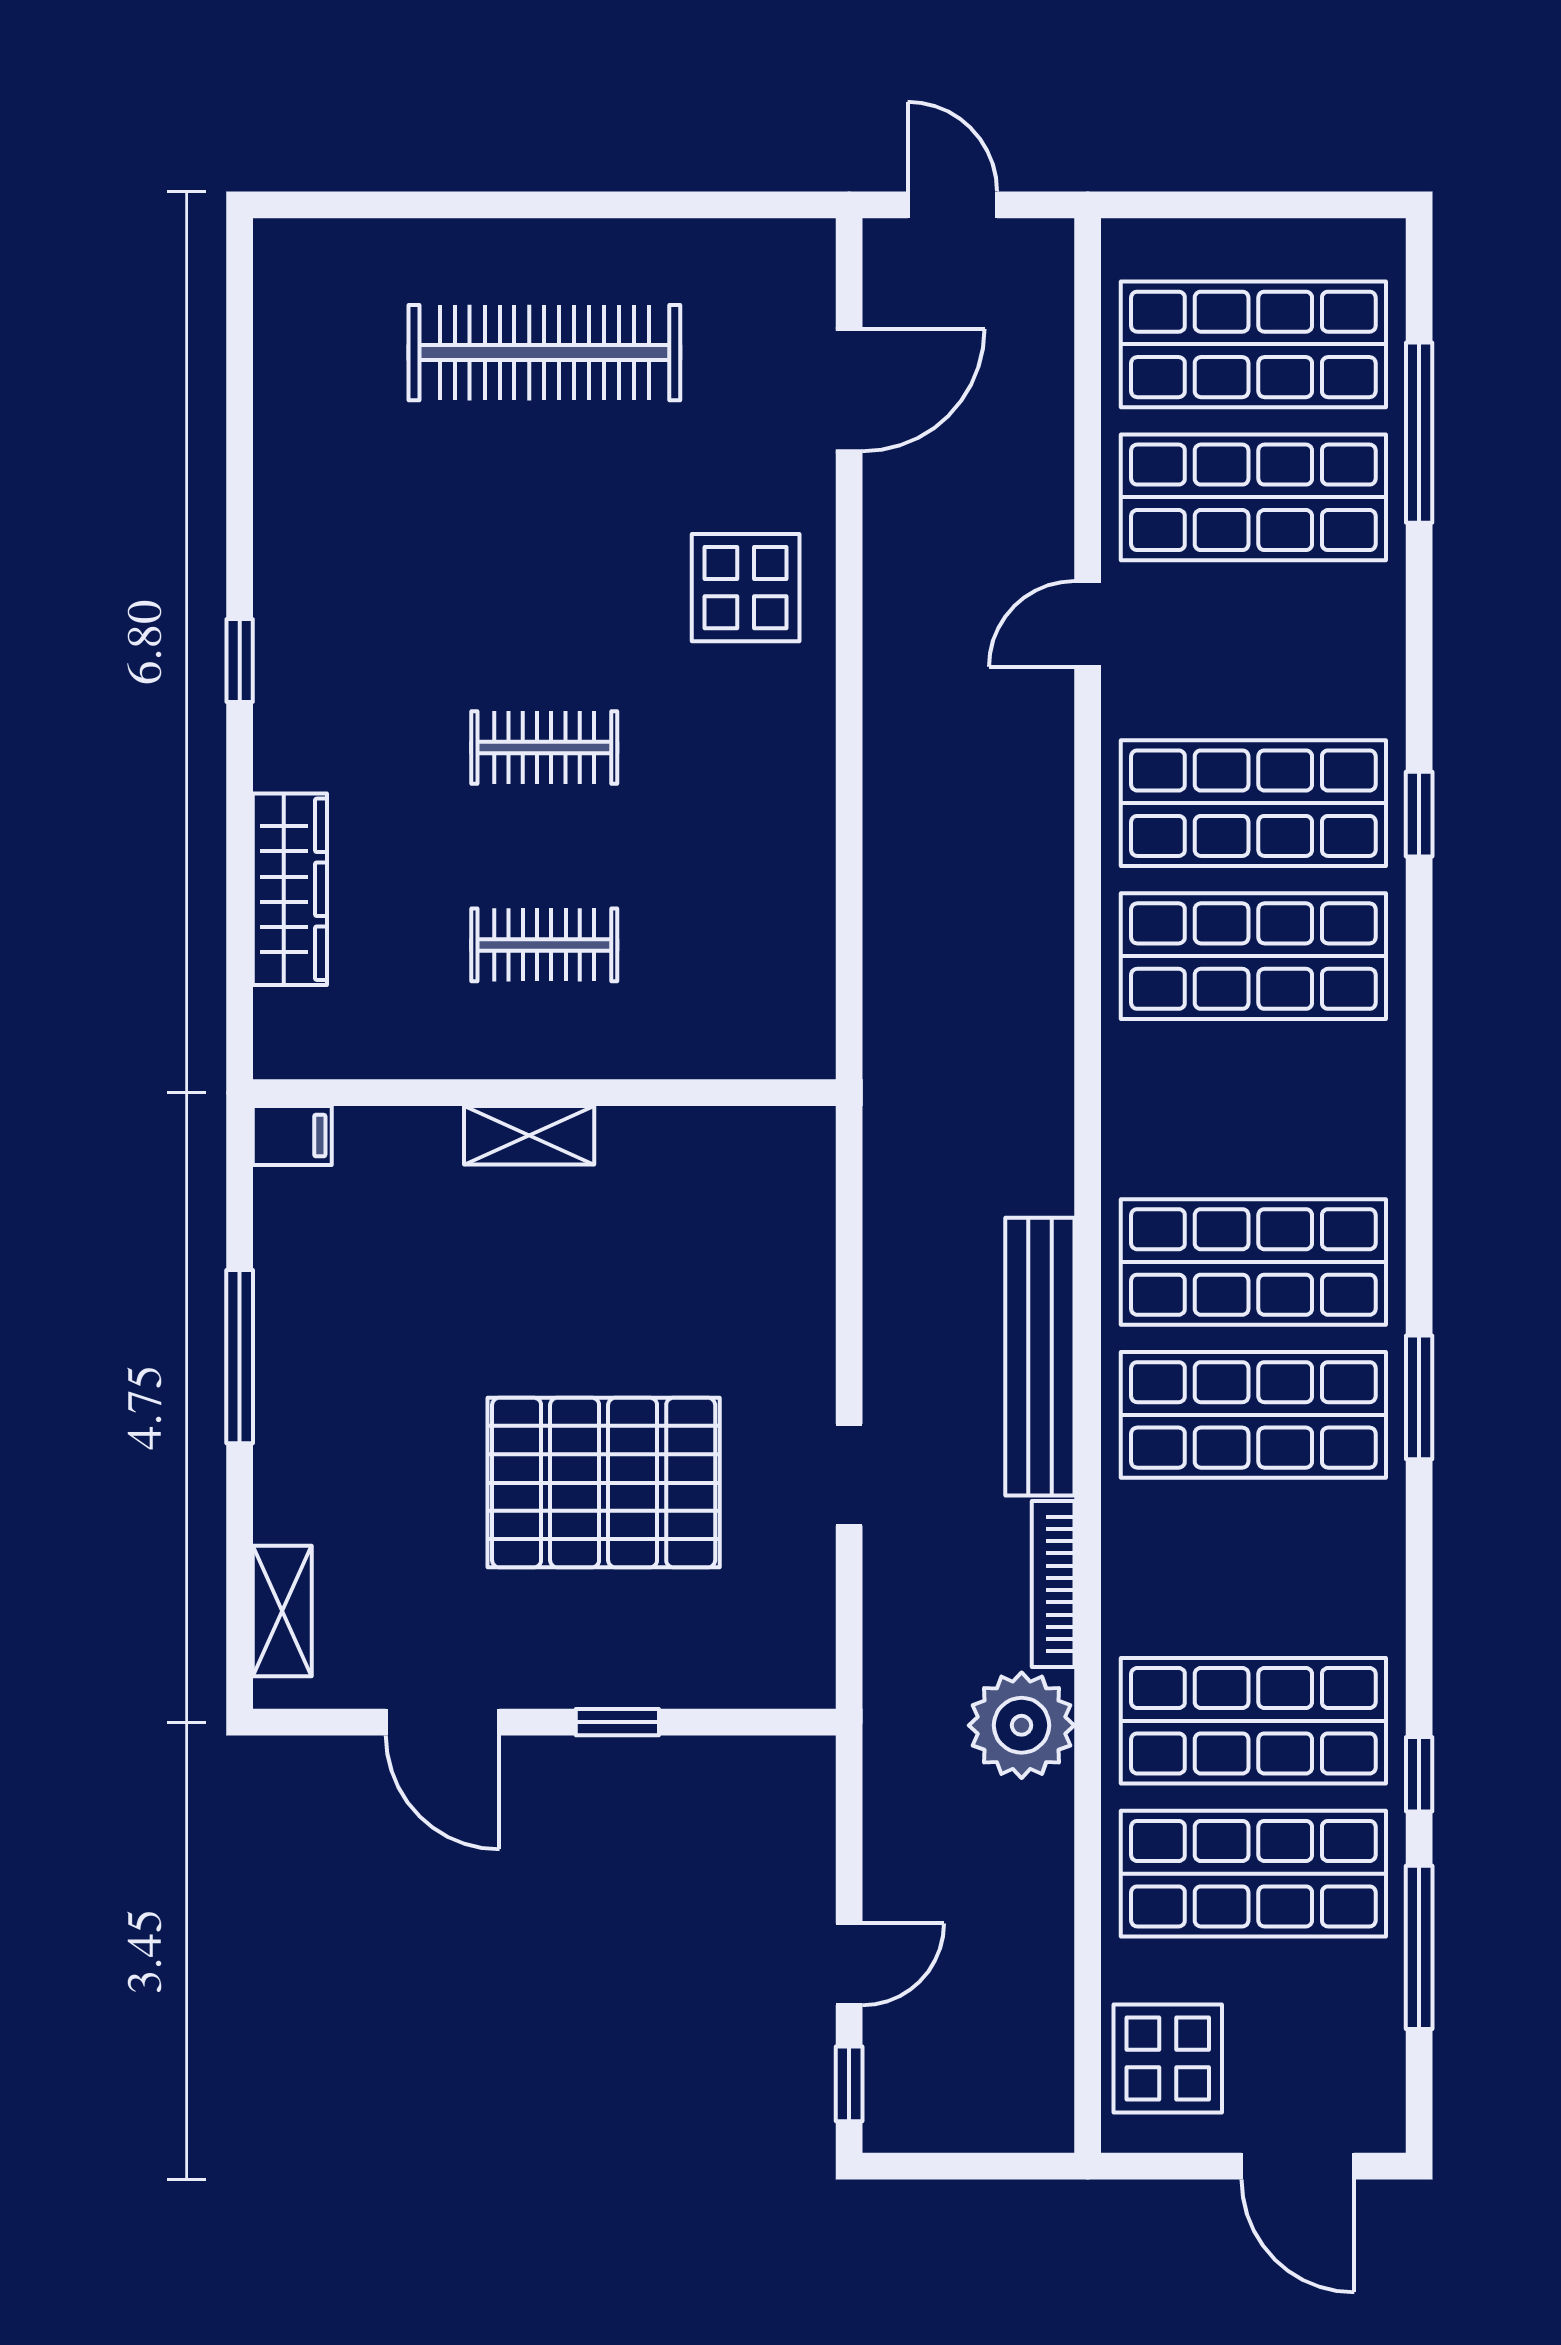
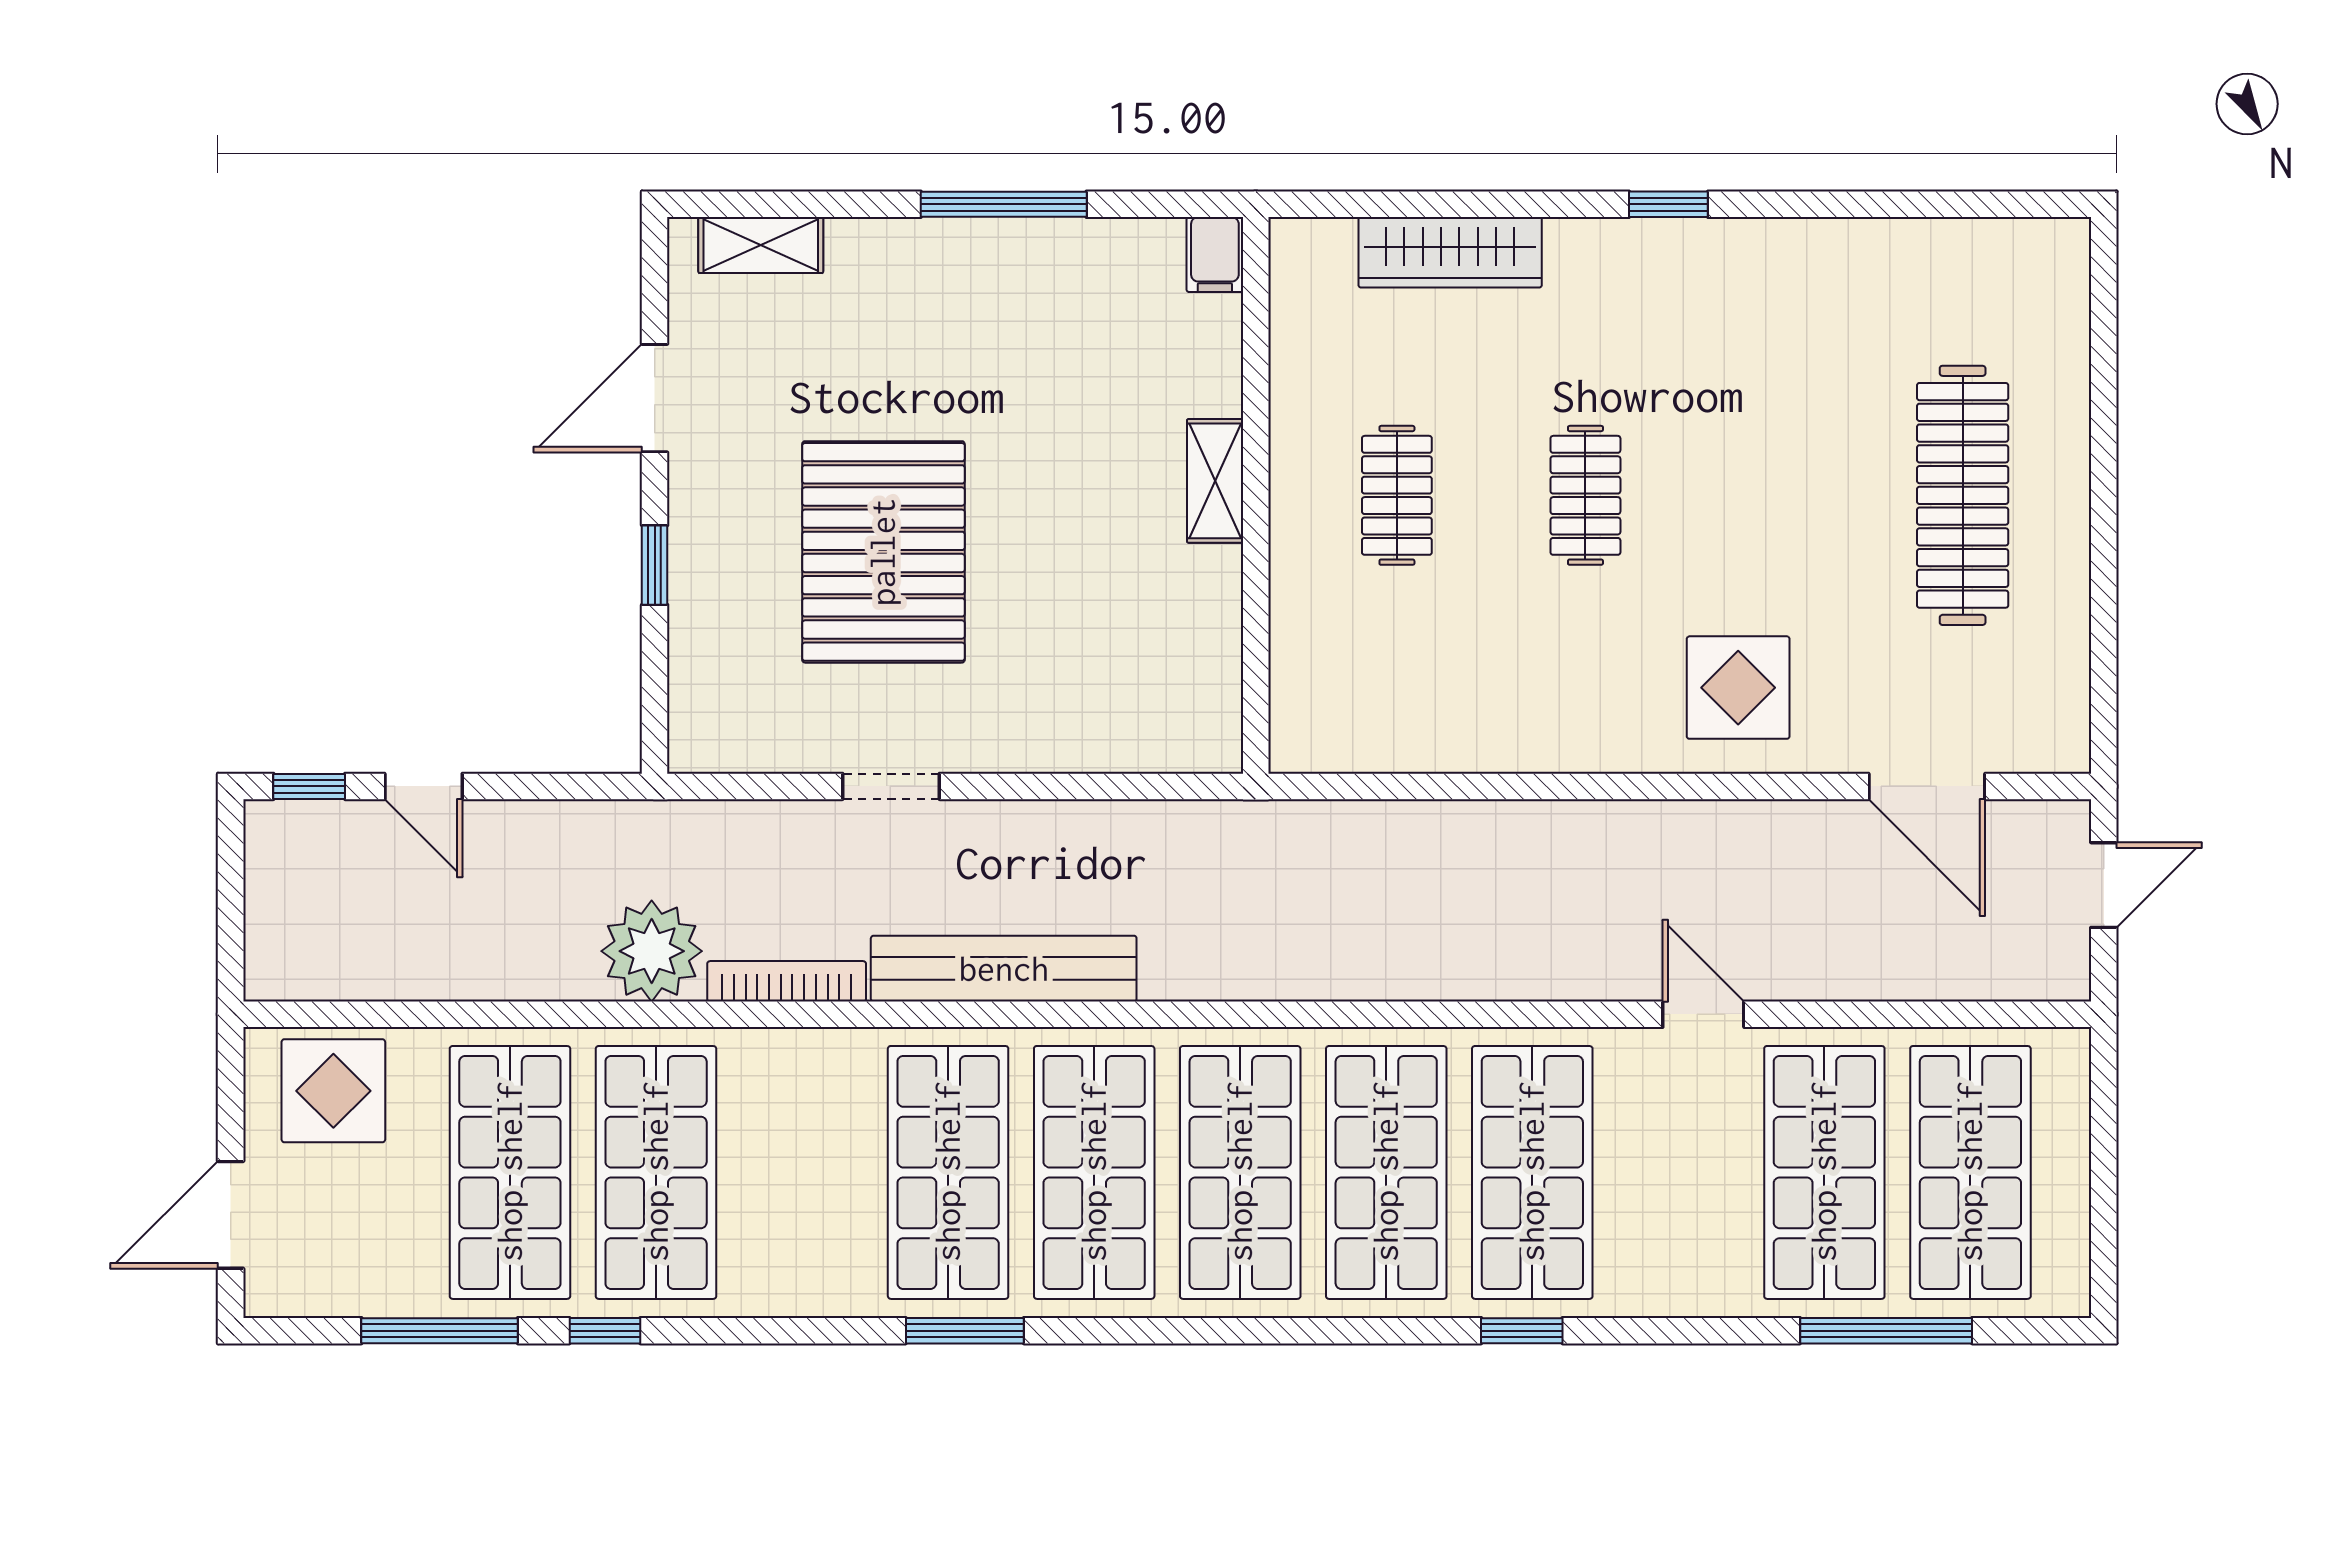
shop shelf: (1253, 1109) -> (1240, 1172), added

